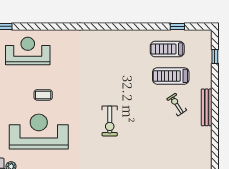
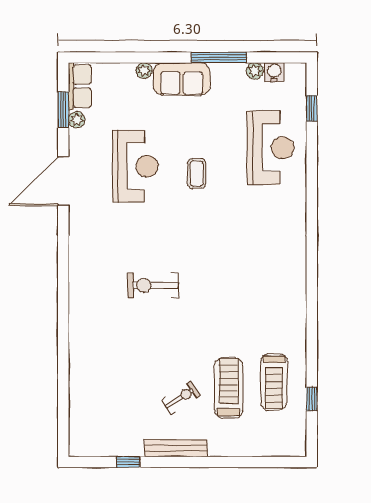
treadmill: (167, 49) -> (274, 382), turned 180
window: (215, 57) -> (128, 462), moved
reception desk: (39, 132) -> (135, 166), width x0.74, depth x0.77

